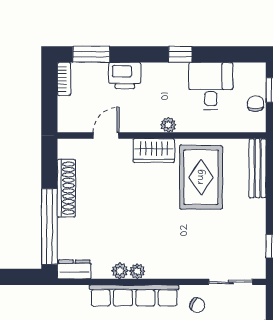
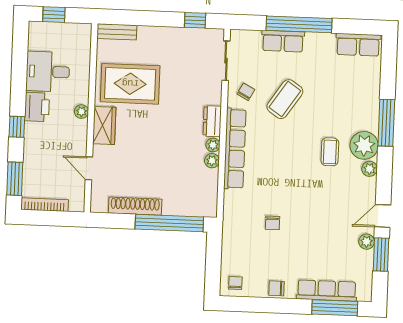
window: (180, 54) -> (17, 127), moved
printer: (125, 76) -> (37, 107), moved
bookcase: (64, 79) -> (45, 205), width x1.56
chair: (256, 104) -> (65, 32), removed
bench: (258, 168) -> (117, 32), width x0.73
dresser: (74, 269) -> (212, 121), moved

